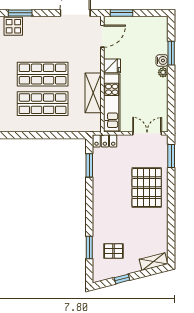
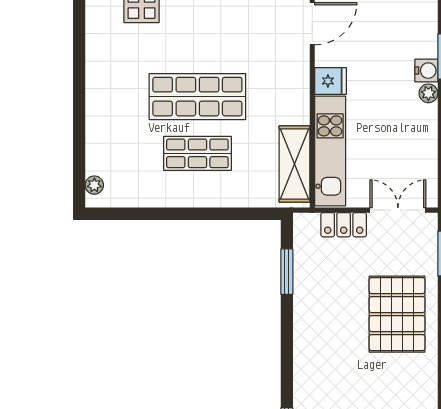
shelving: (93, 93) -> (294, 164), moved
shop shelf: (43, 104) -> (197, 153), width x0.70, depth x0.74
locker: (105, 141) -> (344, 225), moved

